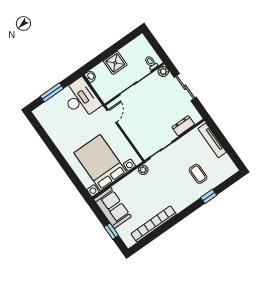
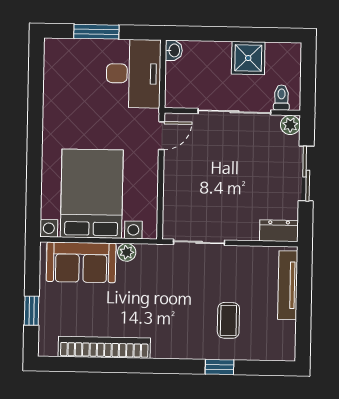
shower: (115, 63) -> (248, 58), moved
dresser: (183, 126) -> (279, 231), moved
plant: (143, 170) -> (127, 252), moved
sofa: (112, 208) -> (81, 262), moved, turned 90

